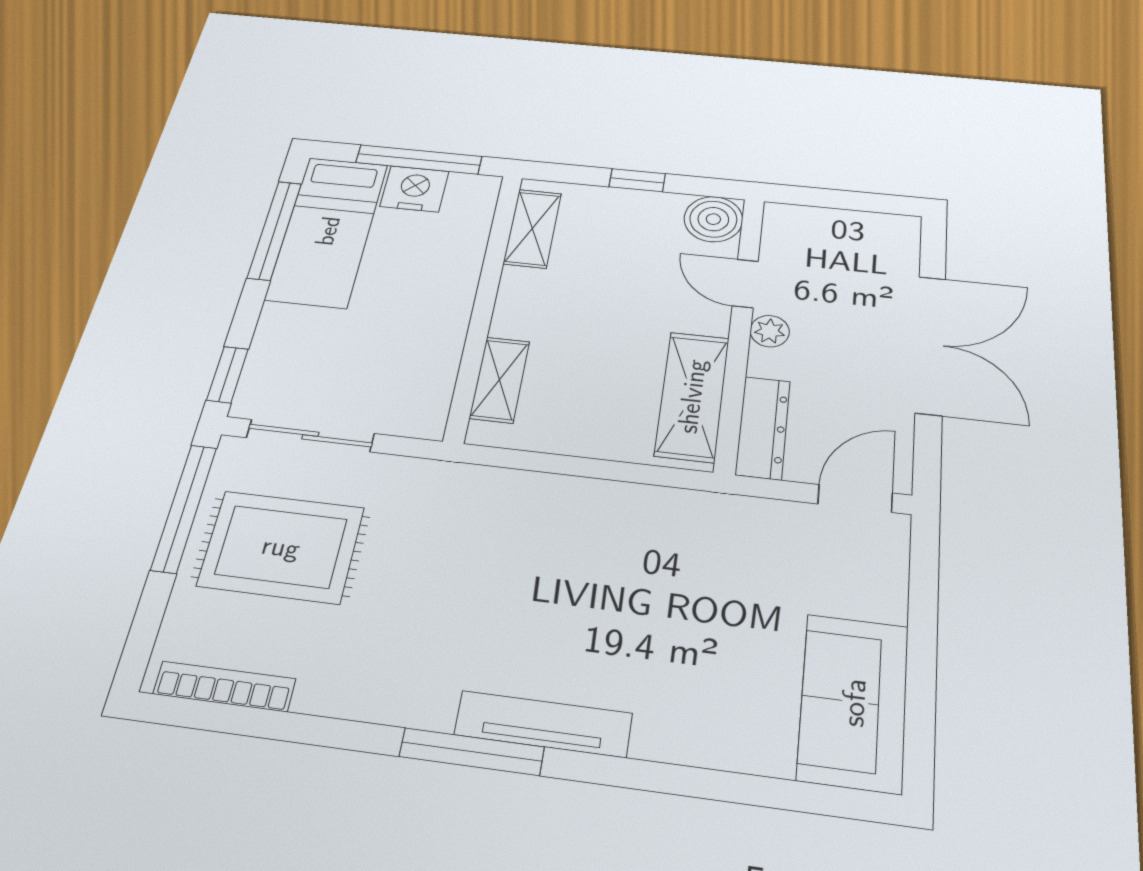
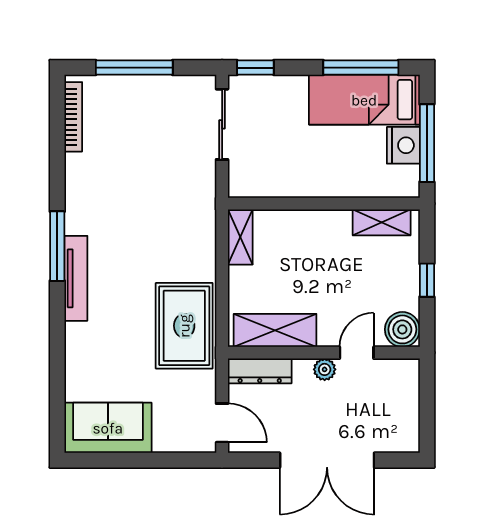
shelving: (500, 380) -> (240, 237), moved, turned 90
window: (184, 508) -> (134, 68), moved
rug: (281, 547) -> (184, 326), moved

